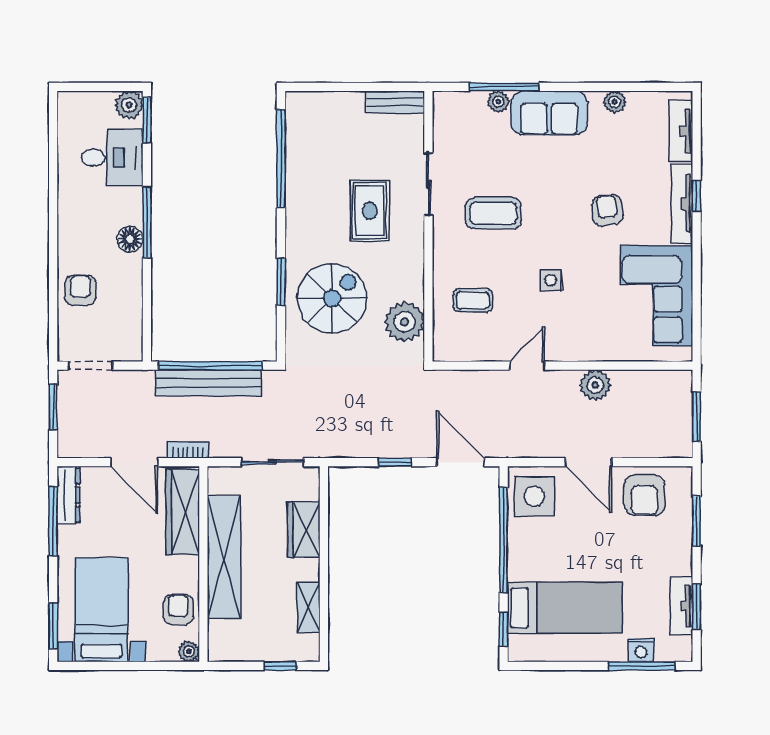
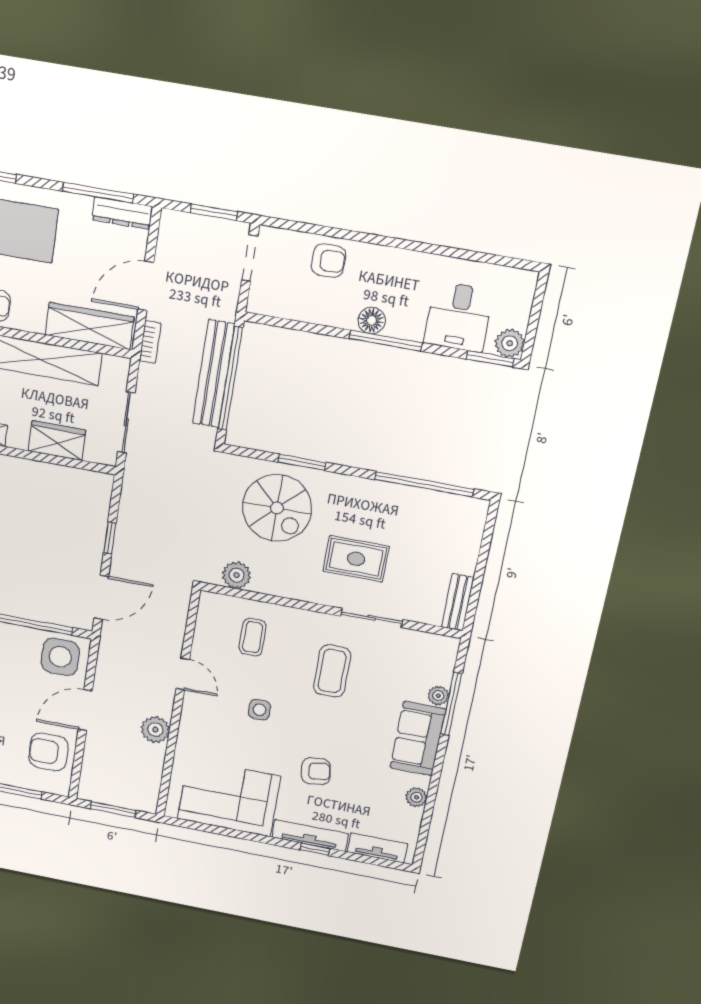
plant: (405, 322) -> (237, 575), width x0.73, depth x0.73

